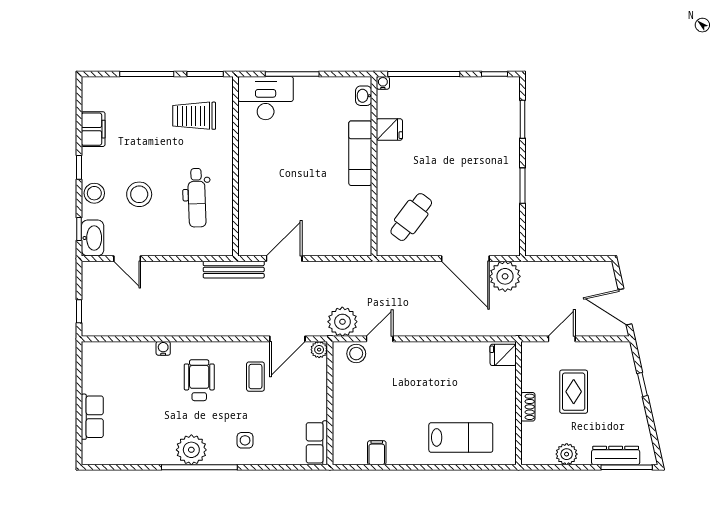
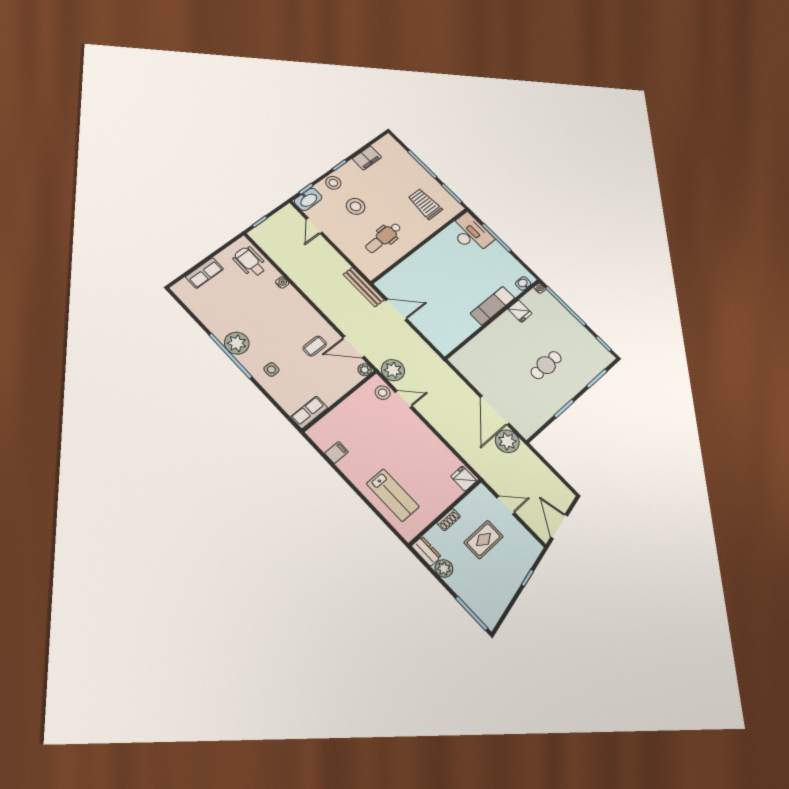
cafe table: (411, 217) -> (546, 365), moved, turned -37
wheelchair: (199, 380) -> (250, 262), moved, turned -90
dresser: (616, 456) -> (426, 551), moved, width x0.70

